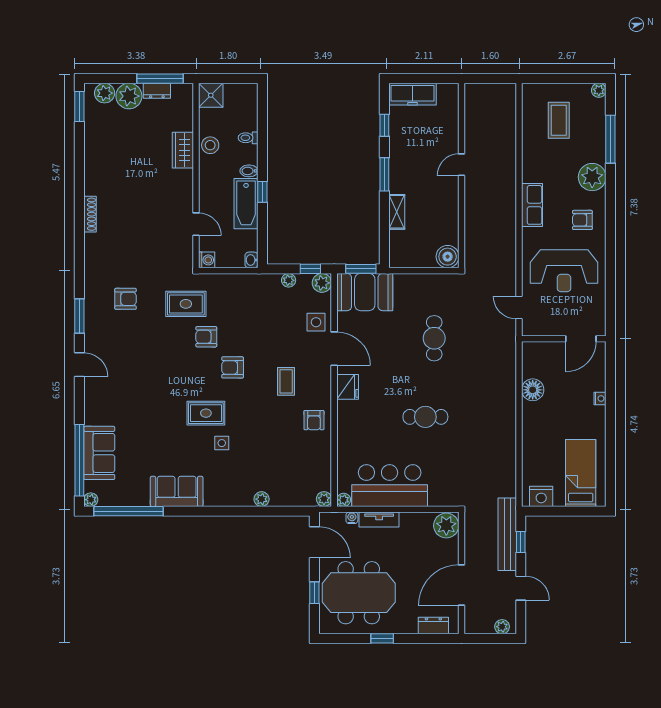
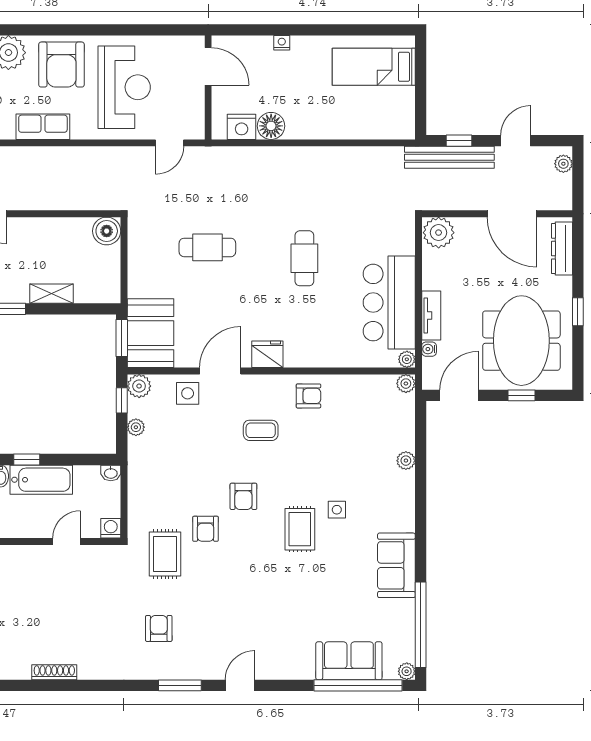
armchair: (582, 220) -> (61, 65), width x1.88, depth x1.88
nightstand: (541, 496) -> (242, 127), moved, turned 90
dresser: (433, 626) -> (562, 249), width x1.44

